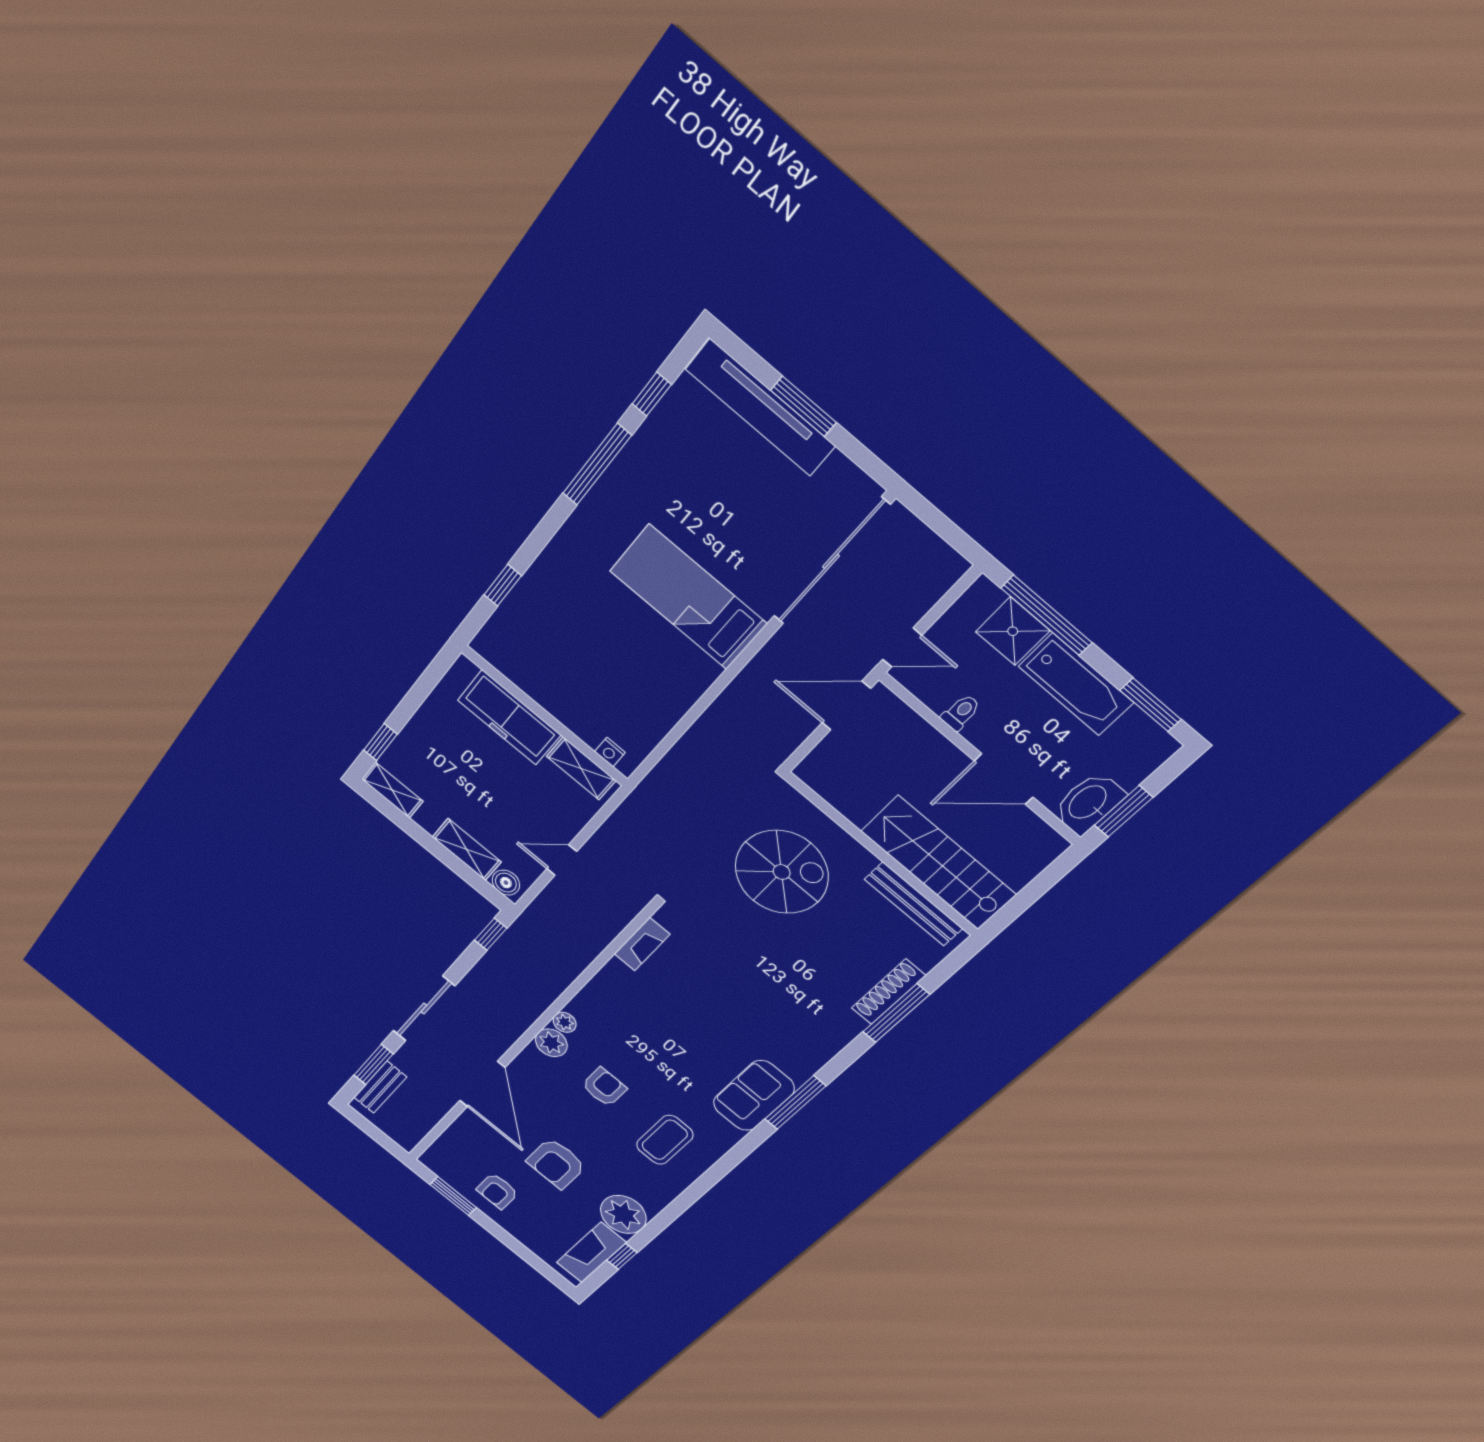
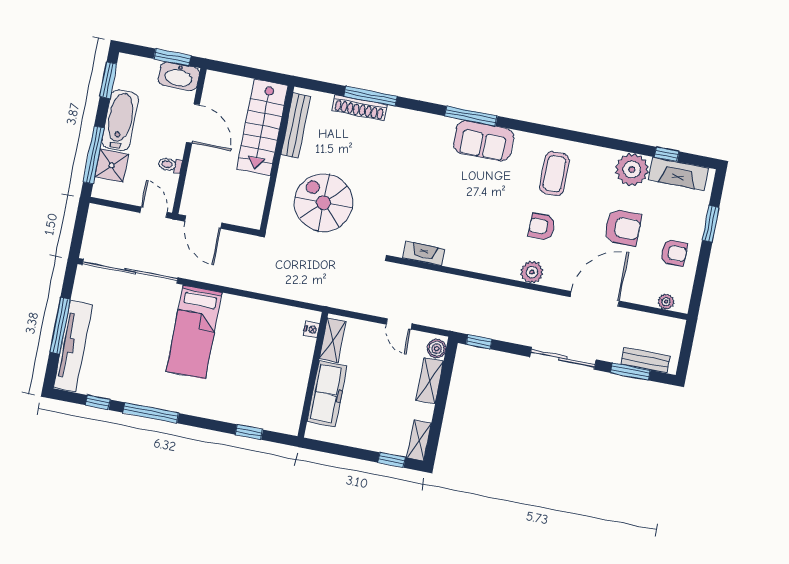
window: (803, 406) -> (60, 326), width x1.44
plant: (565, 1022) -> (666, 302), moved
coffee table: (665, 1140) -> (554, 174), turned 90
window: (453, 1196) -> (711, 224), moved

